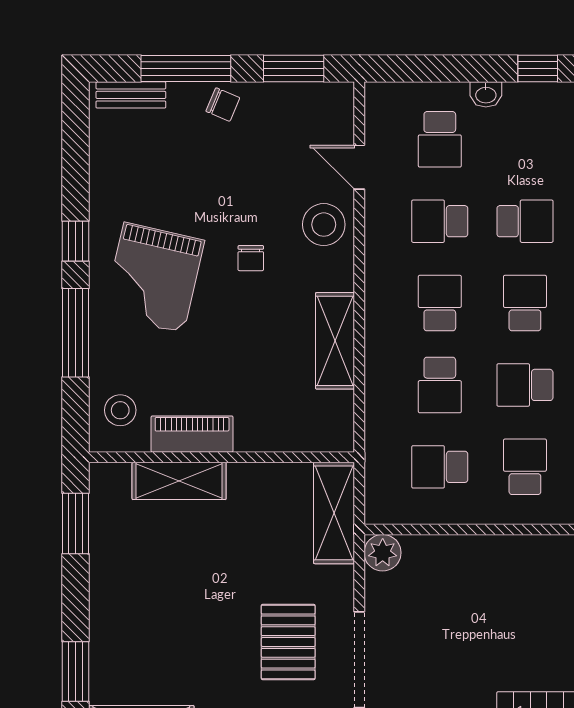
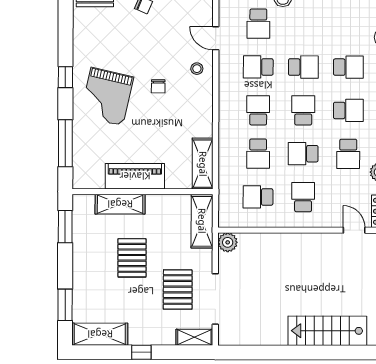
stool: (324, 225) -> (197, 69), width x0.53, depth x0.53
window: (76, 333) -> (65, 143), moved
shelving: (335, 341) -> (203, 164), moved
stool: (120, 410) -> (89, 167), removed
piano: (192, 434) -> (135, 176), width x1.37, depth x1.33
pallet: (202, 582) -> (132, 258), added

